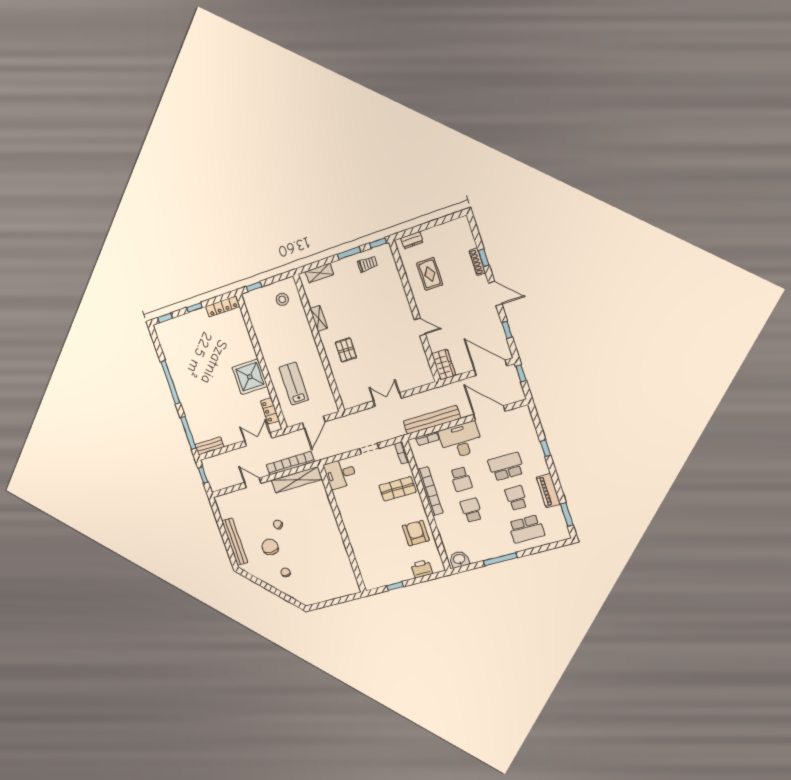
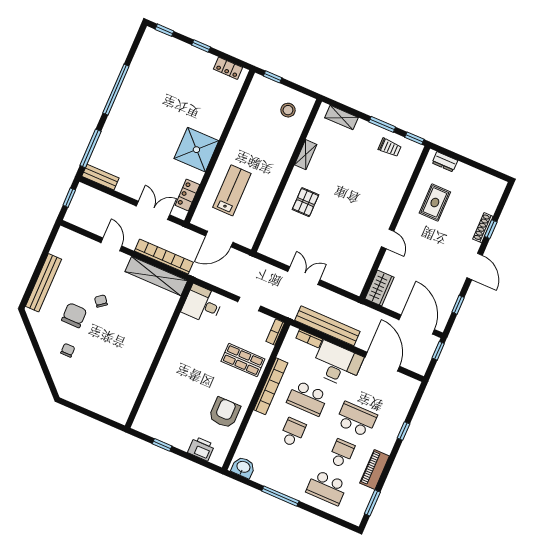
locker: (223, 306) -> (228, 68), width x0.66
school desk: (461, 479) -> (307, 398), width x1.85

